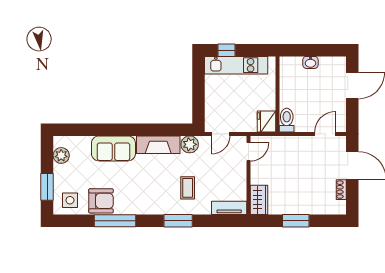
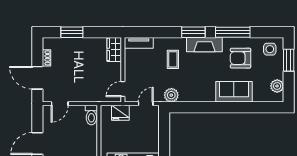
fridge: (267, 121) -> (120, 113), moved, turned 90
fireplace: (158, 145) -> (204, 45), moved, turned 180
armchair: (101, 201) -> (240, 58), moved
window: (178, 221) -> (193, 32), moved
window: (296, 221) -> (72, 32), moved

